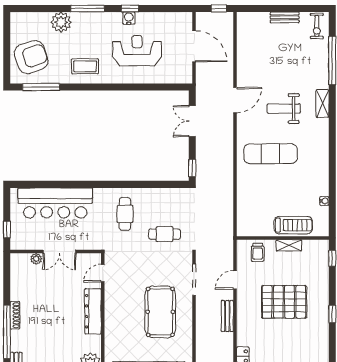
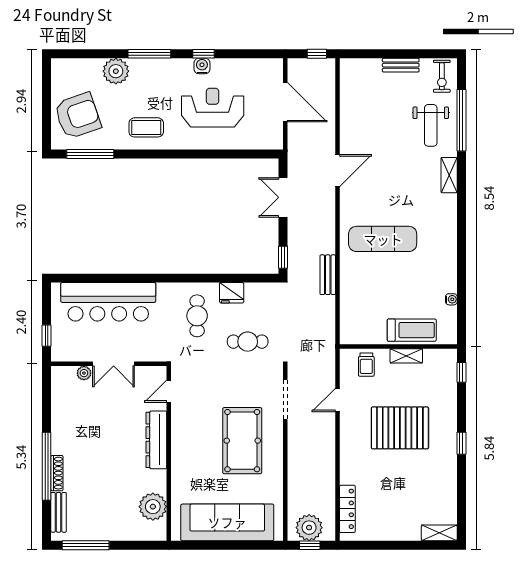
weight bench: (284, 109) -> (431, 125), moved, turned -90
fridge: (152, 196) -> (232, 293), added
shoe rack: (15, 315) -> (57, 473), moved
bench: (227, 316) -> (328, 275), moved

